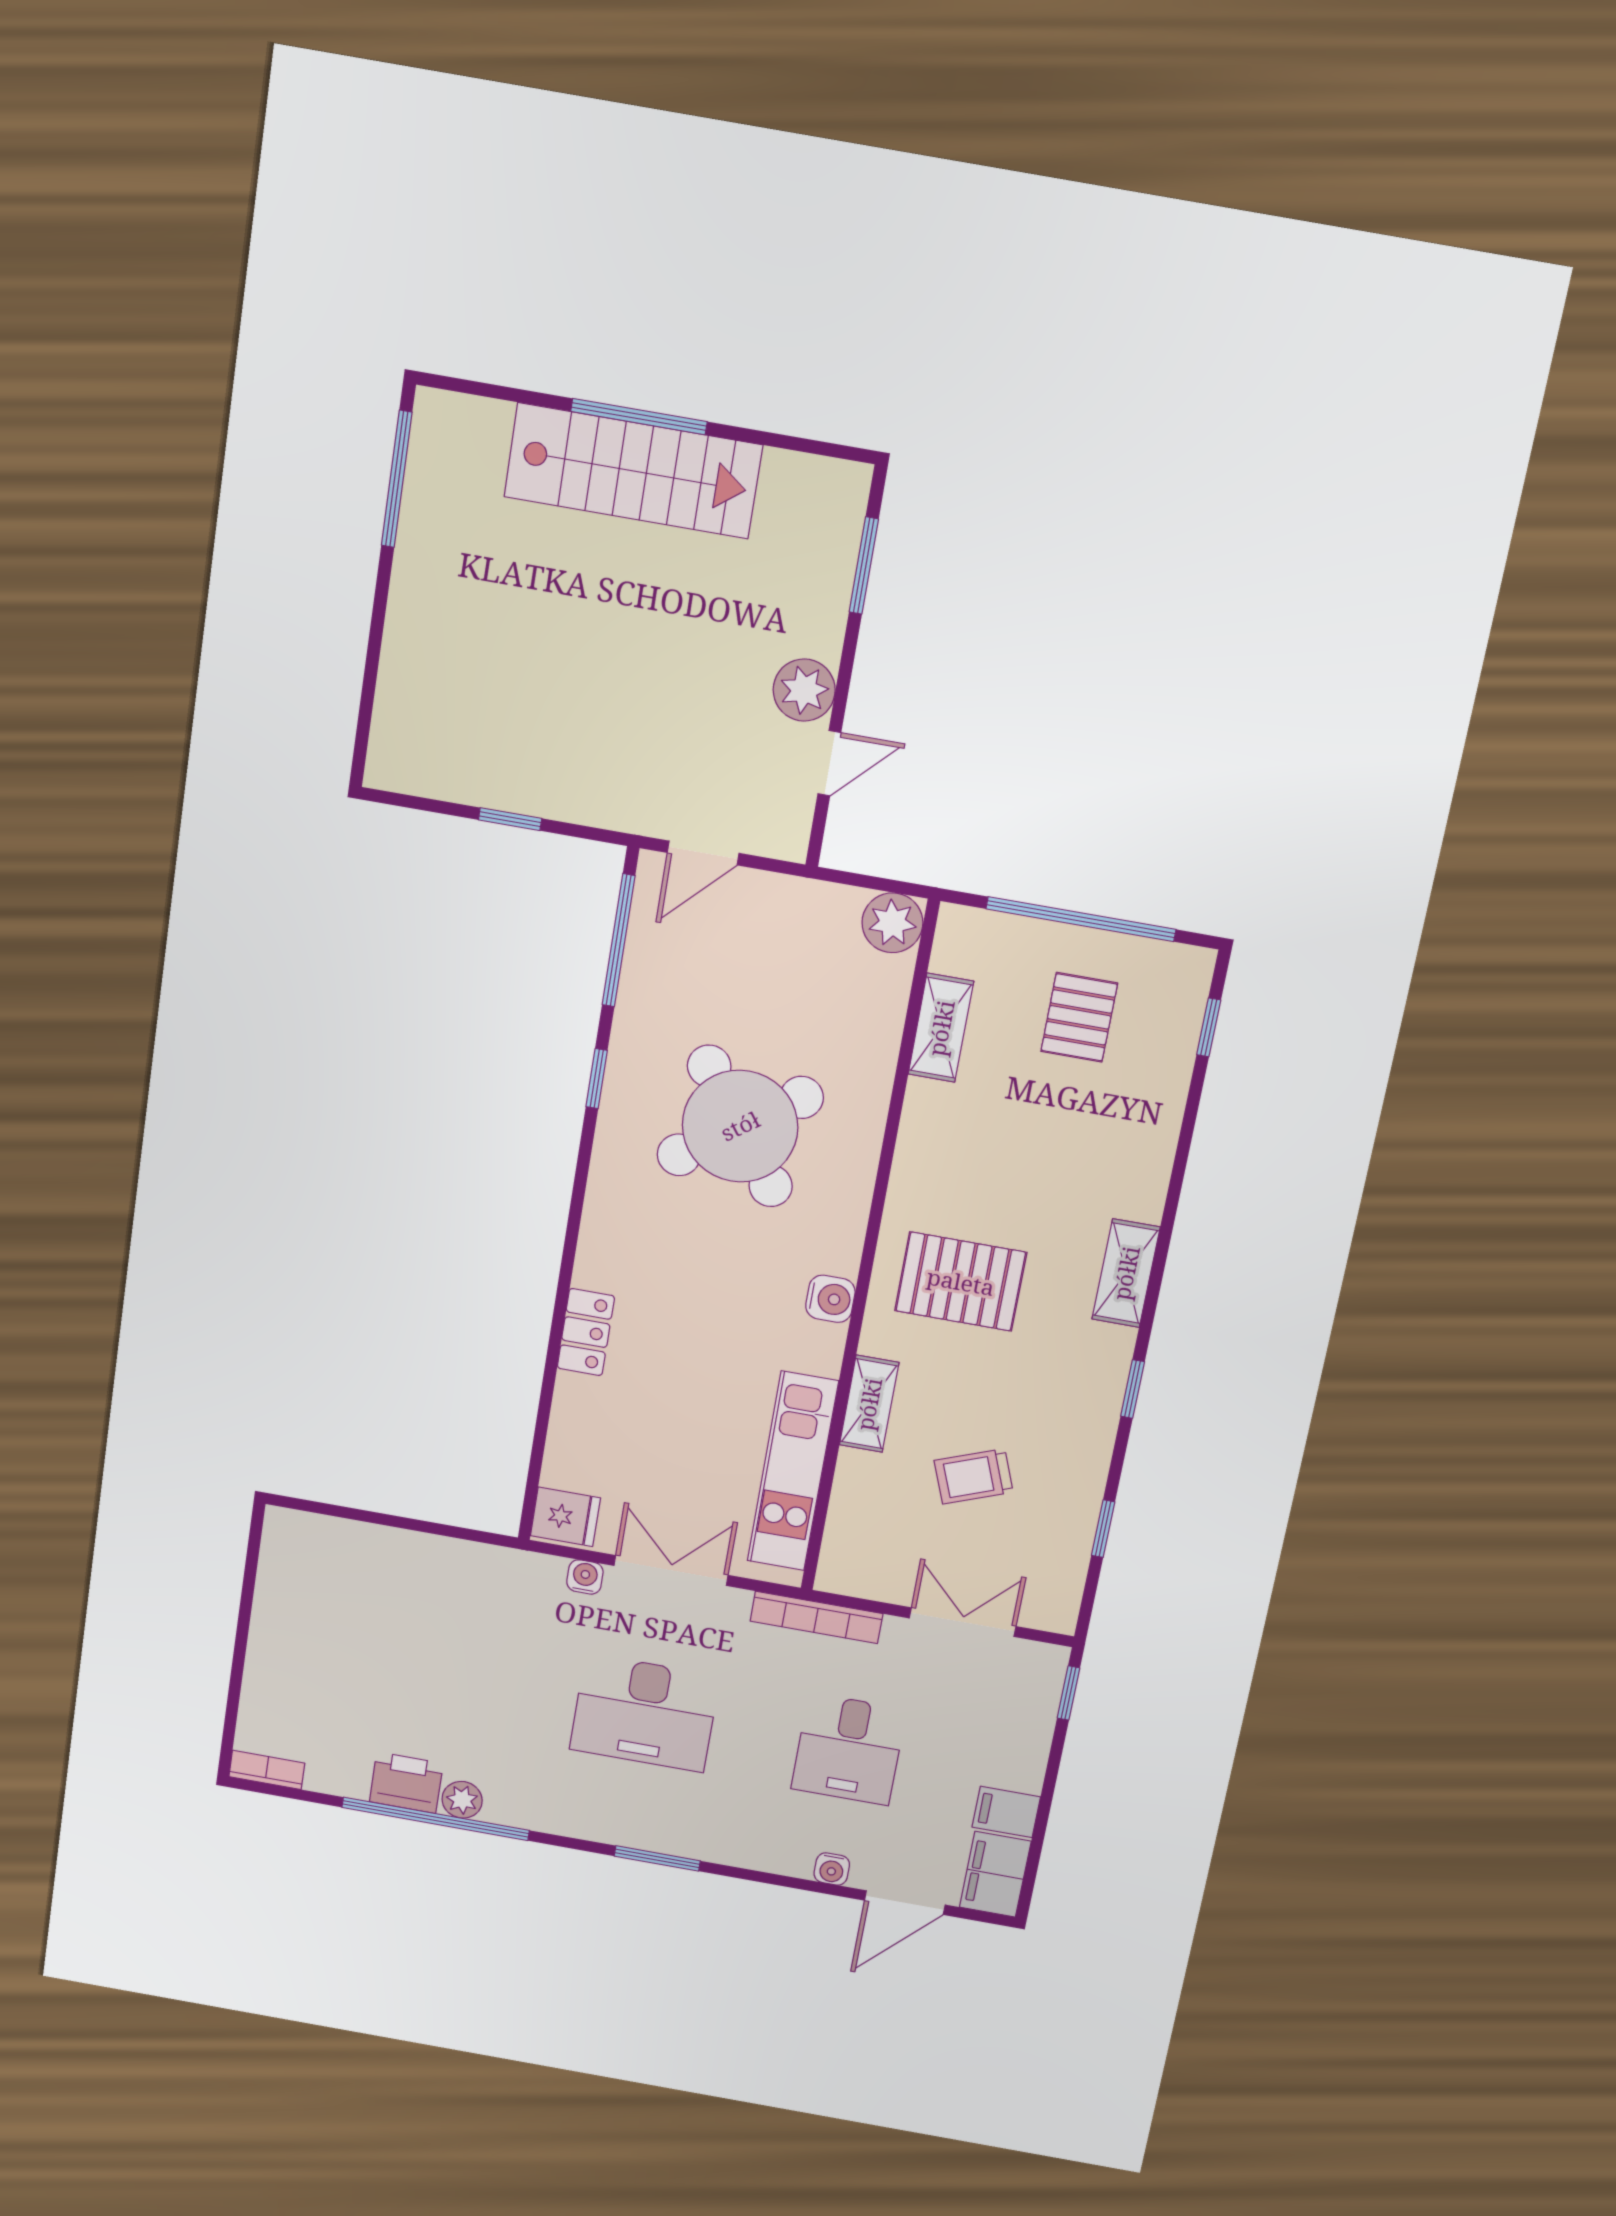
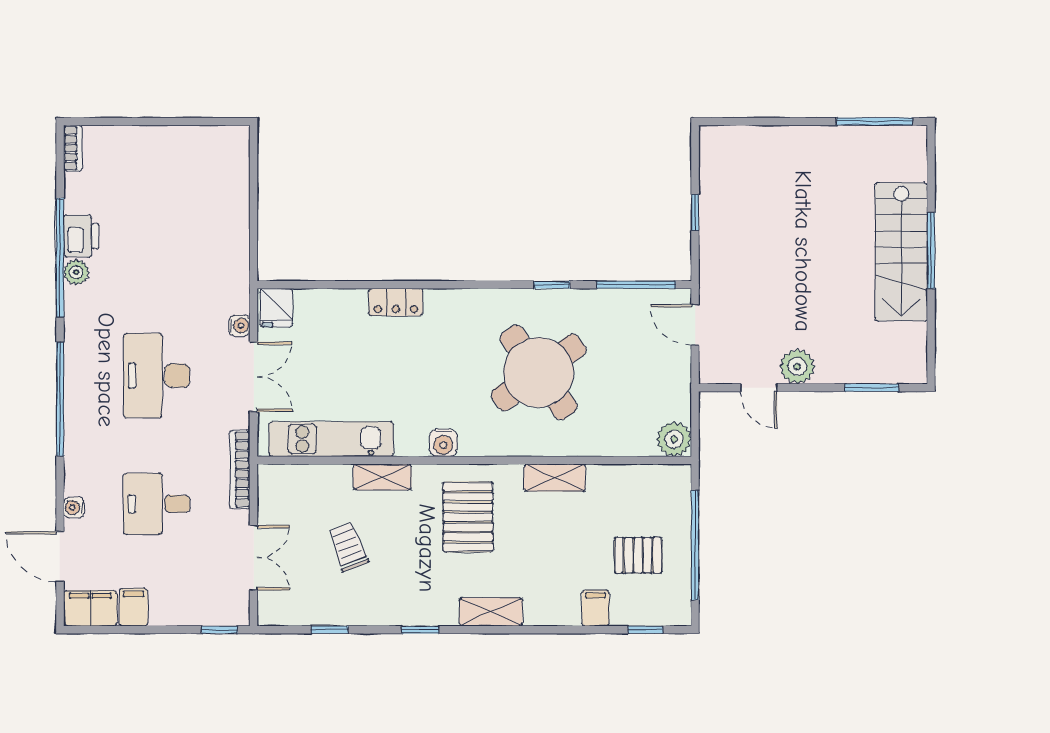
shelving: (941, 1028) -> (555, 478), moved
filing cabinet: (1155, 1103) -> (596, 608), added
window: (657, 1858) -> (60, 399), width x2.11

